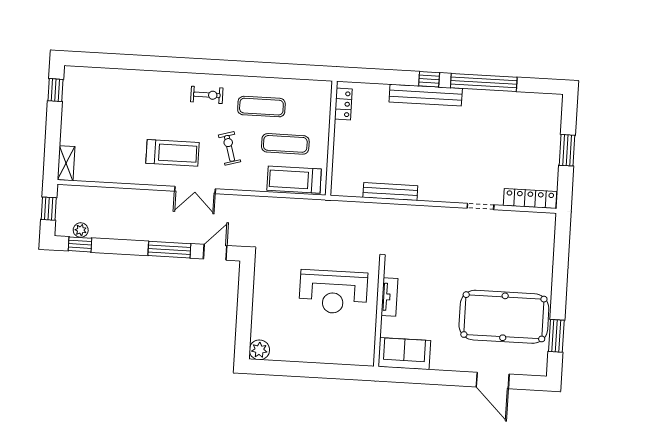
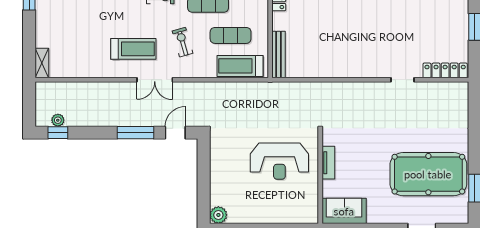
bench: (390, 192) -> (278, 55), moved, turned 90
window: (49, 209) -> (29, 103), removed

